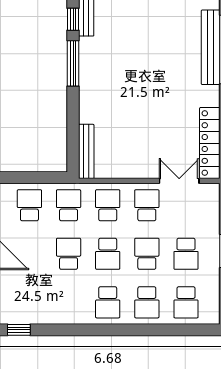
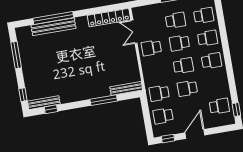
window: (73, 63) -> (104, 100), moved
school desk: (108, 205) -> (219, 106), moved, turned 180

